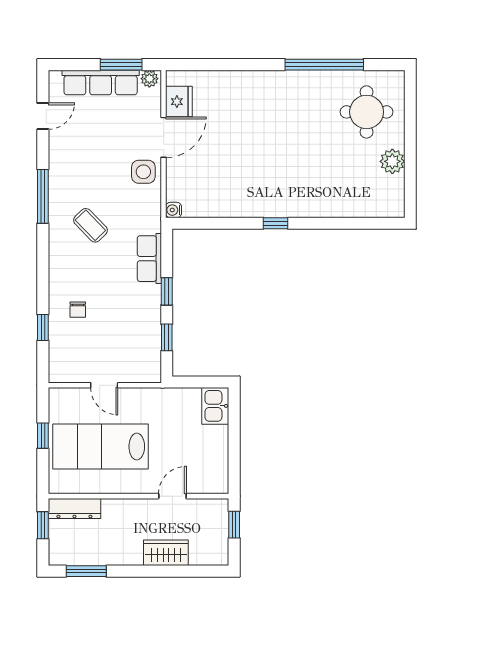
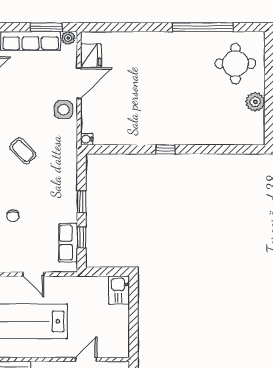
row of seats: (149, 259) -> (68, 243), moved

